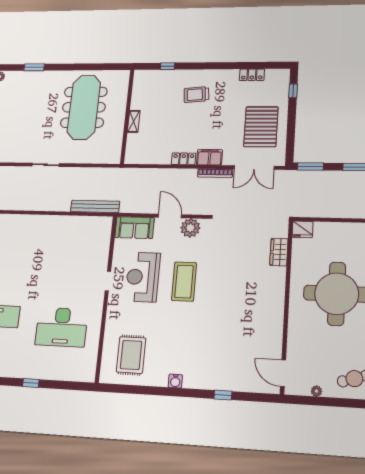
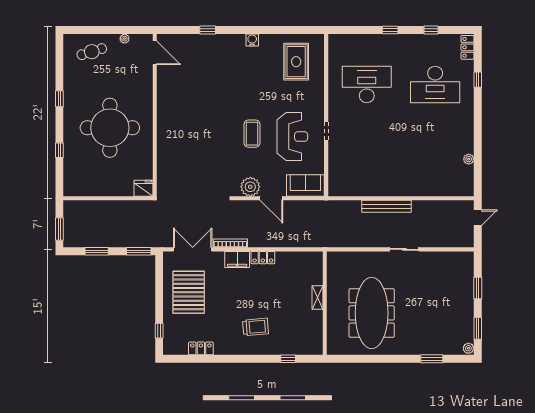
bench: (95, 206) -> (386, 206), moved
wardrobe: (279, 252) -> (164, 165), removed
coffee table: (184, 282) -> (252, 134), width x0.73, depth x0.76

